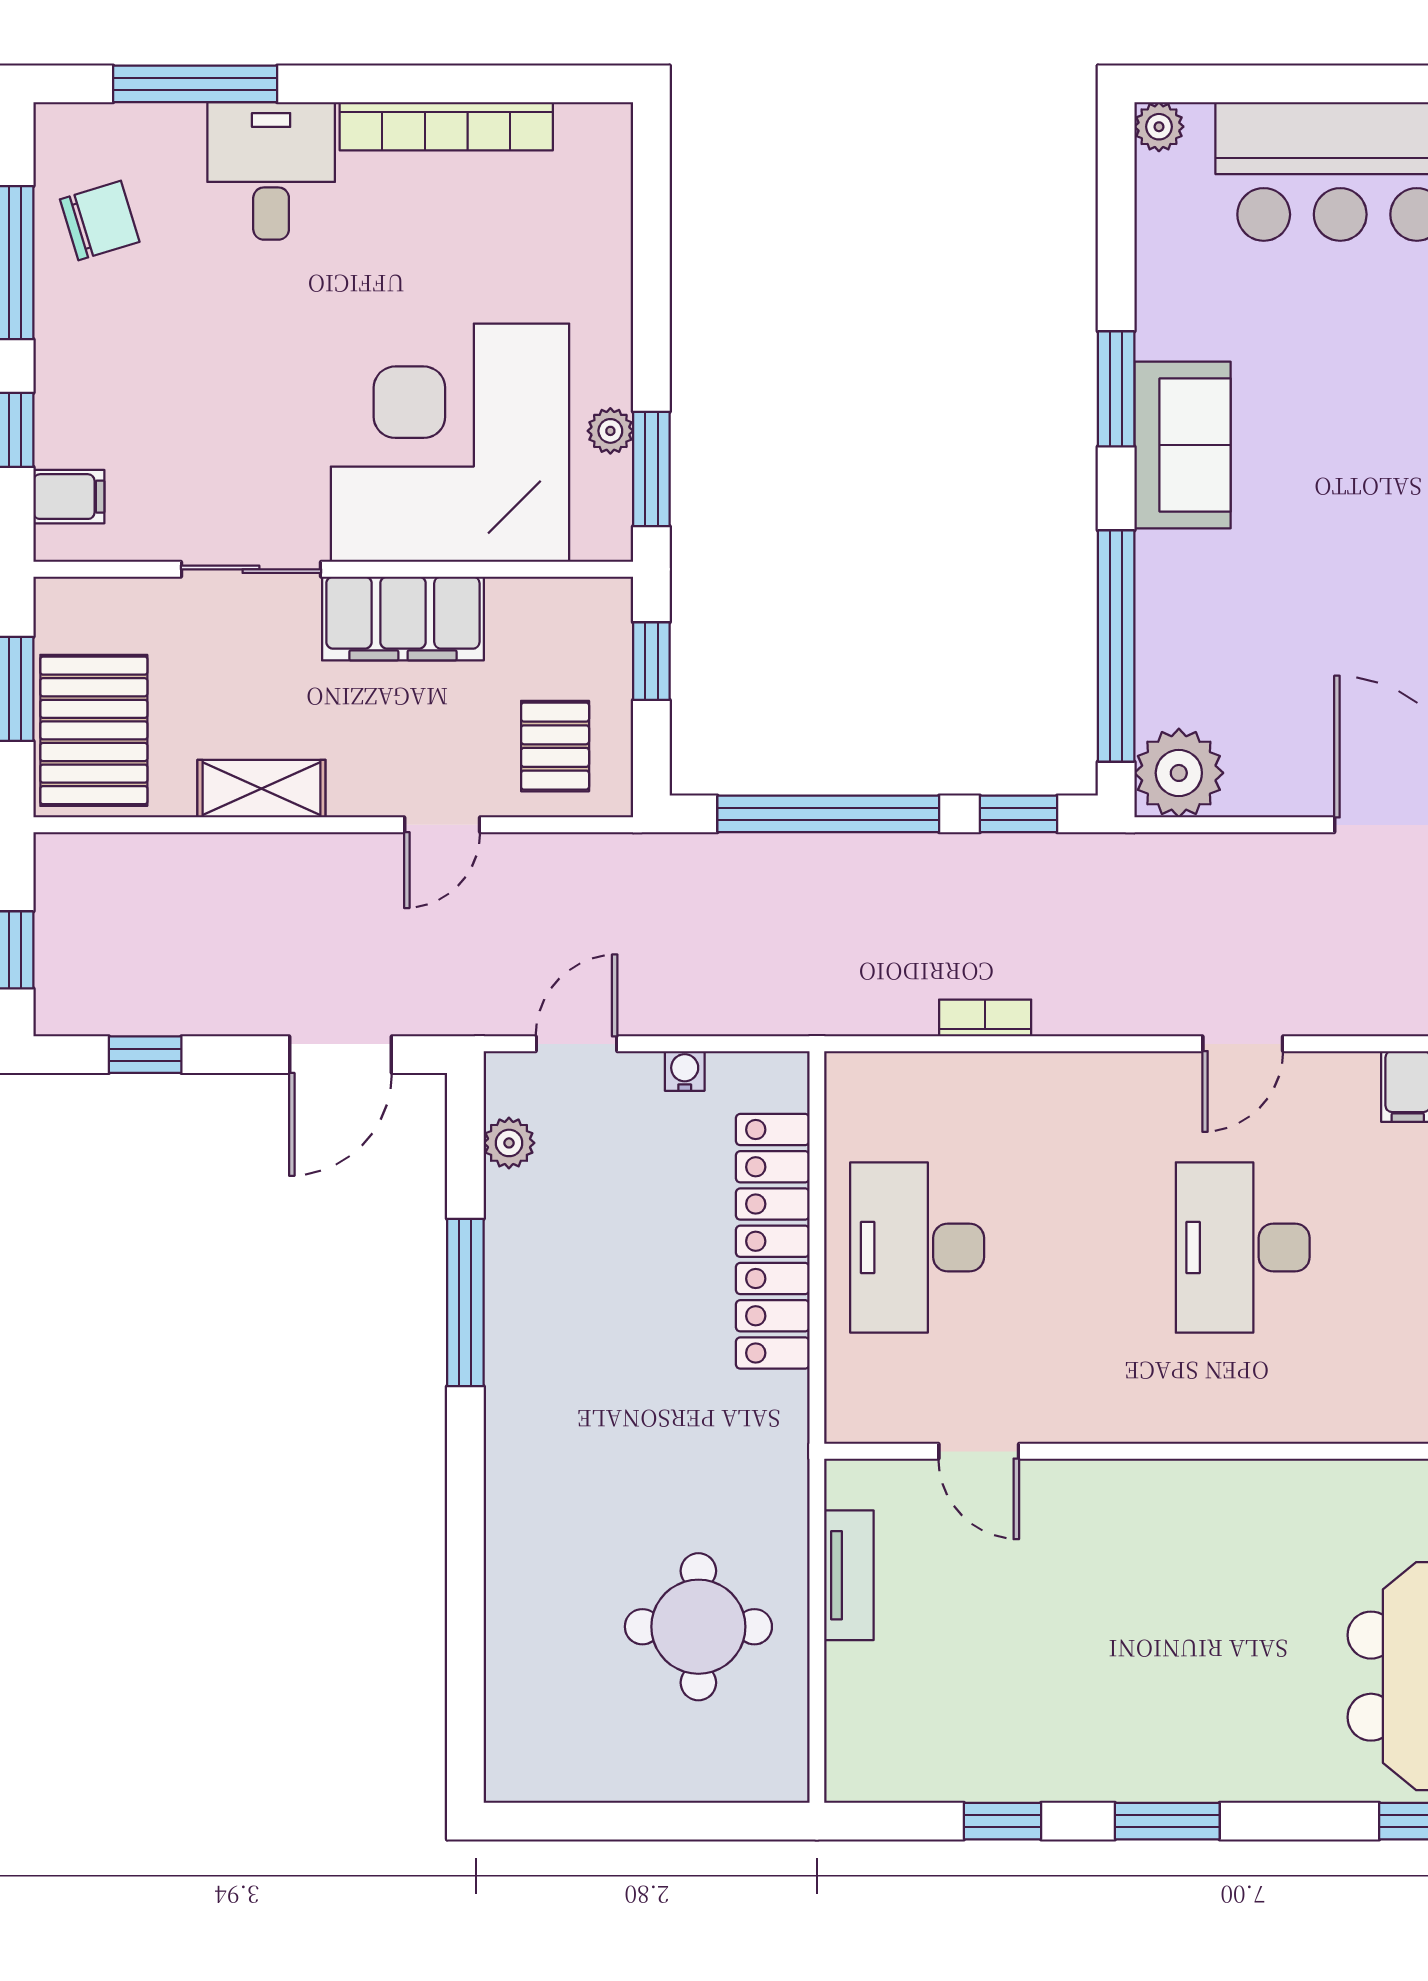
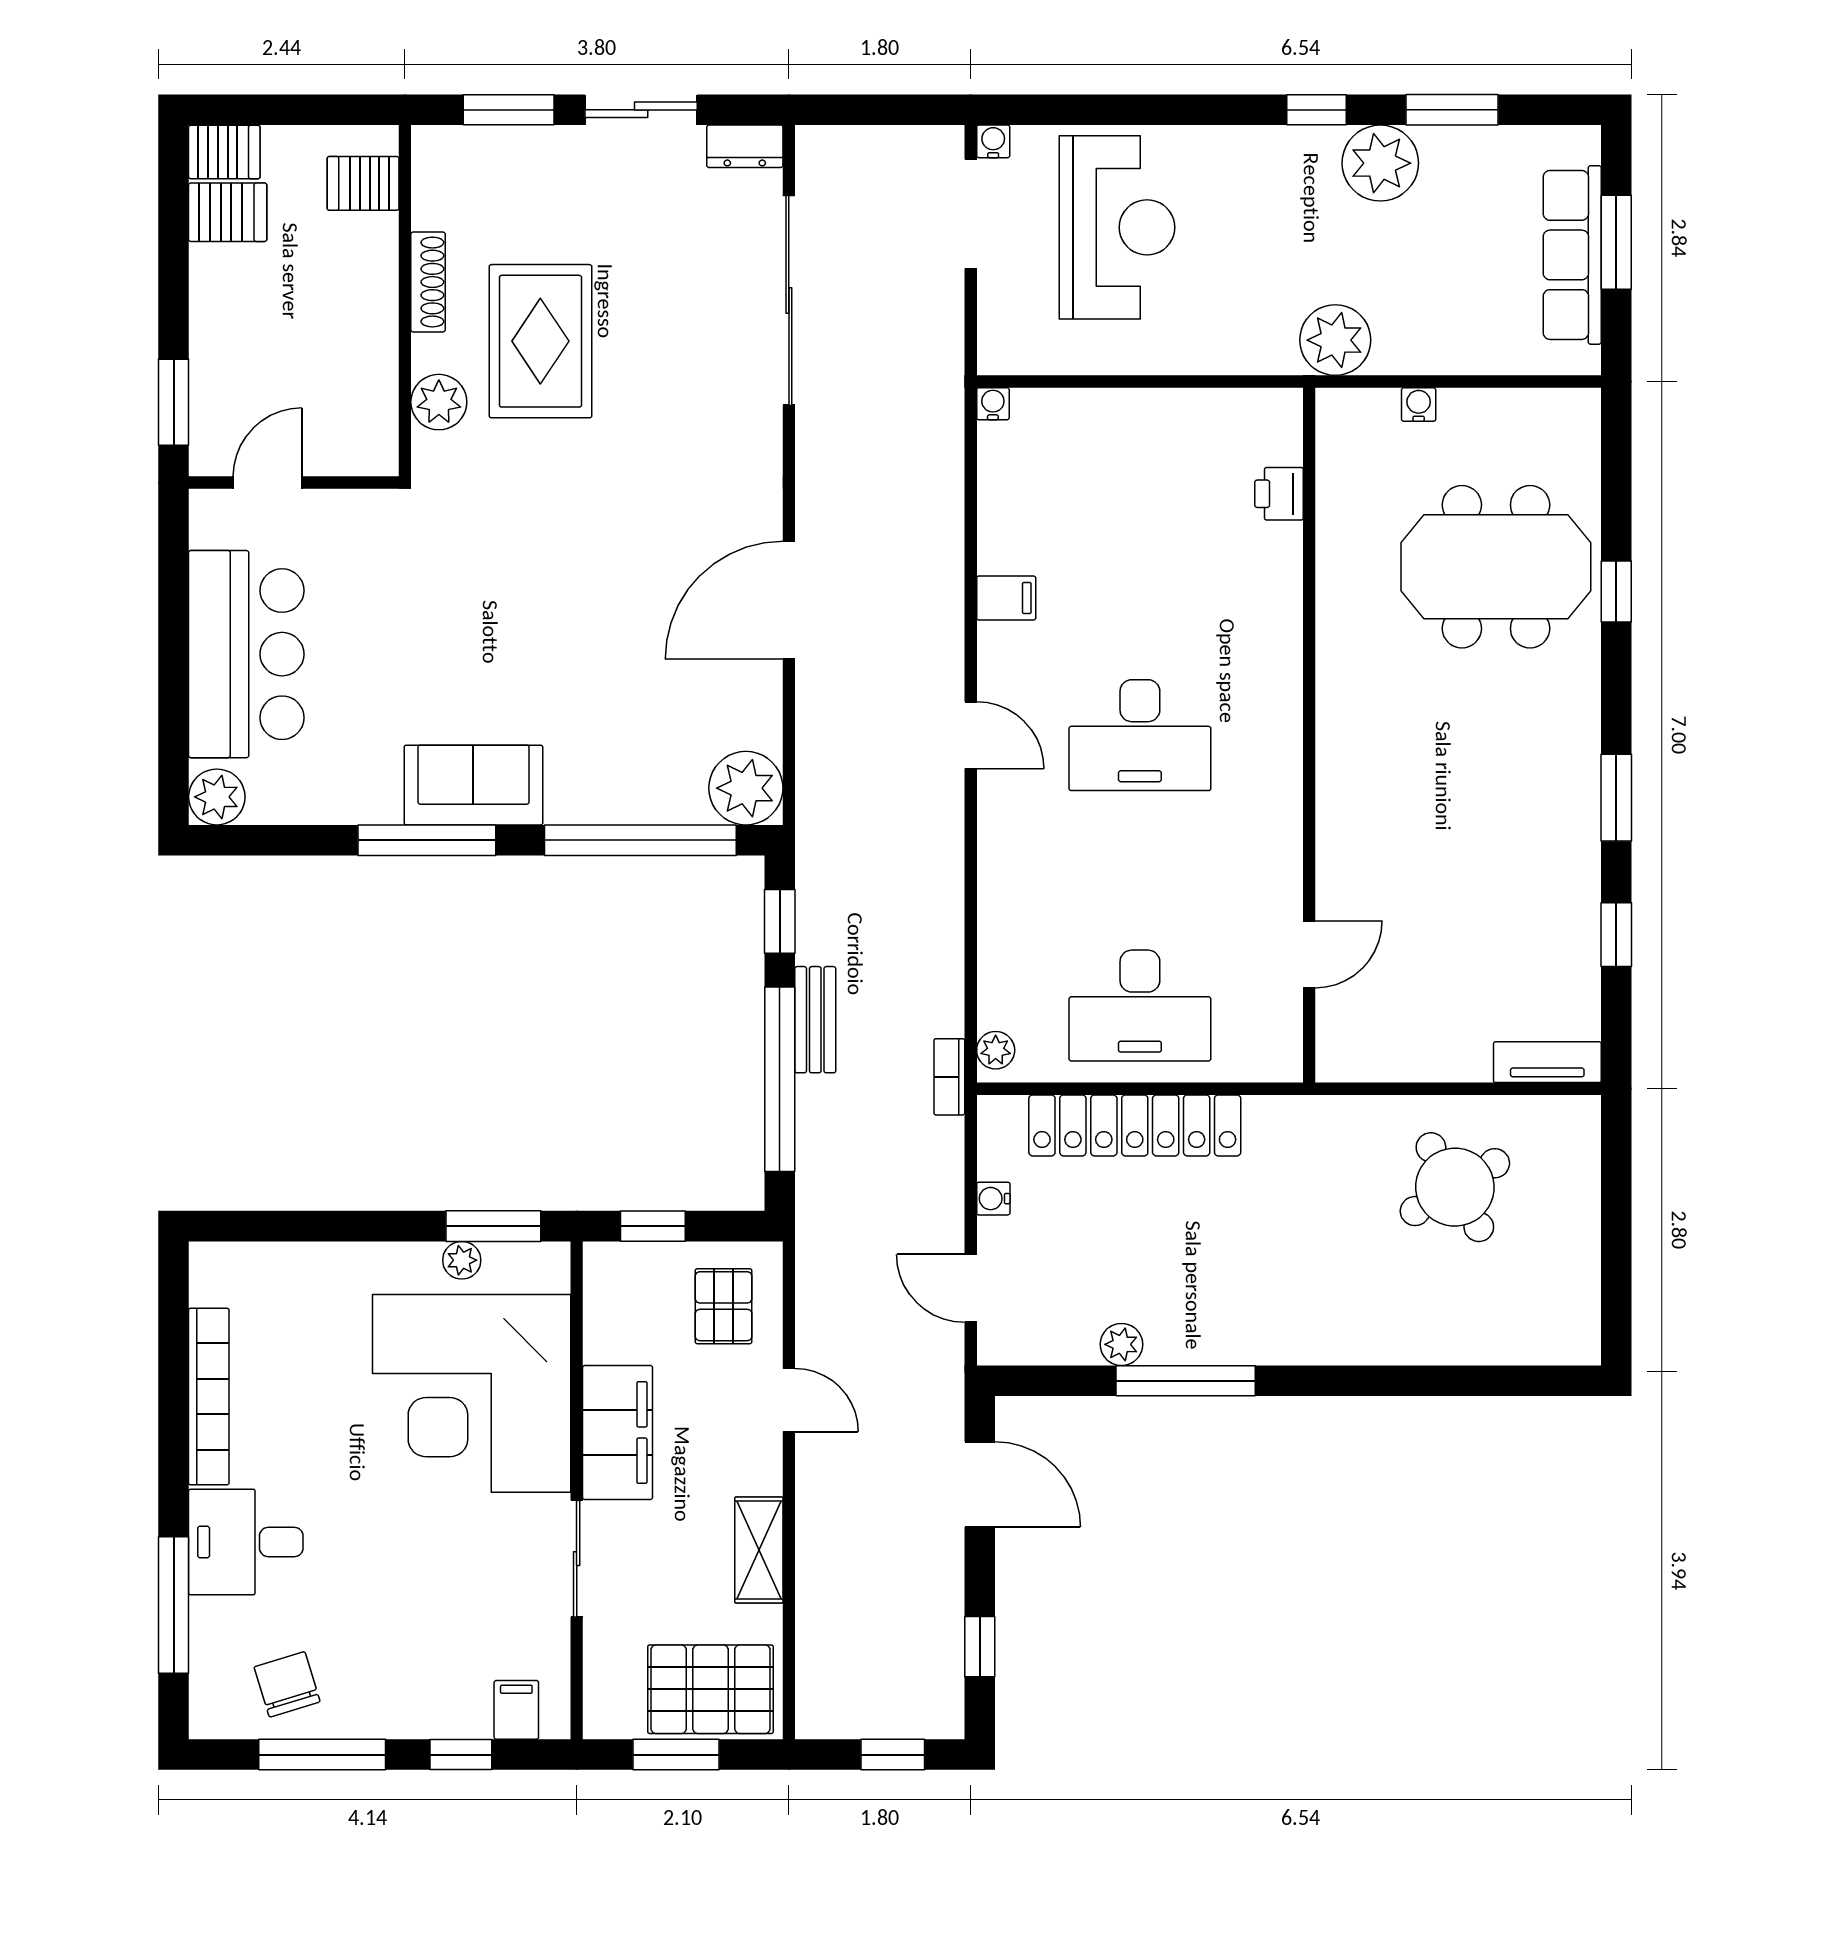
plant: (1159, 127) -> (217, 797), width x1.38, depth x1.38
window: (1116, 389) -> (427, 840), width x1.44
pallet: (555, 746) -> (724, 1306), turned 90
bench: (900, 857) -> (815, 1020), added
bookcase: (985, 1018) -> (949, 1077), moved
plant: (863, 1074) -> (996, 1050), added
plant: (509, 1143) -> (1121, 1344), moved
tv unit: (849, 1575) -> (1547, 1062), moved
round table: (698, 1627) -> (1455, 1187), turned -31

